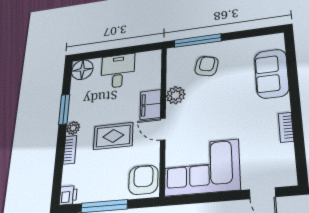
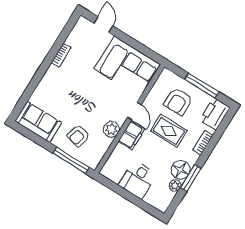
floor lamp: (82, 70) -> (181, 170), moved
sofa: (272, 74) -> (38, 122), moved, turned -90
plant: (73, 128) -> (175, 186), moved
armchair: (143, 180) -> (178, 101), moved
printer: (68, 195) -> (215, 114), width x1.87, depth x1.48

